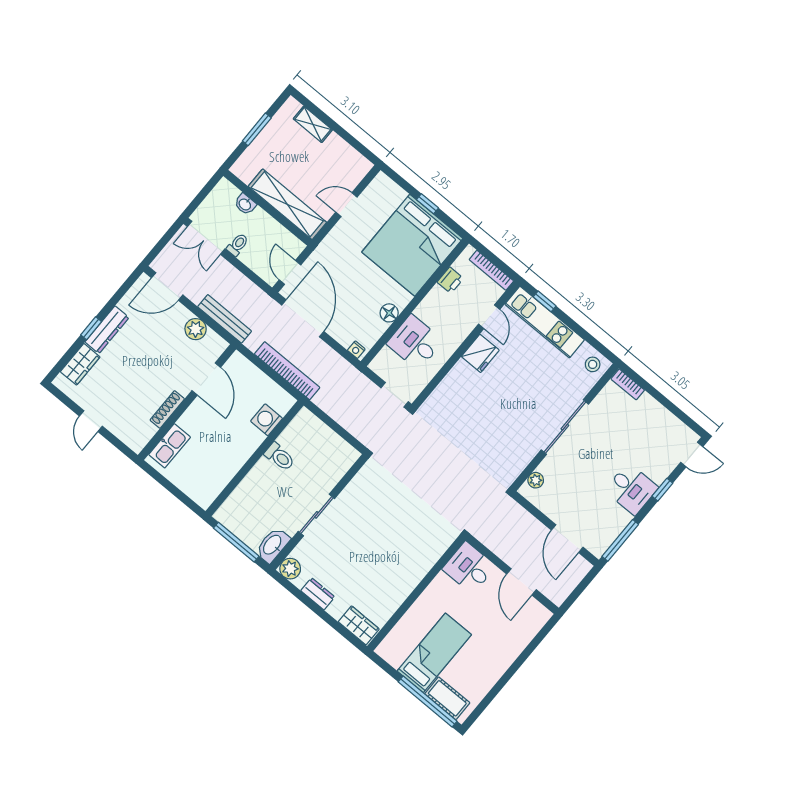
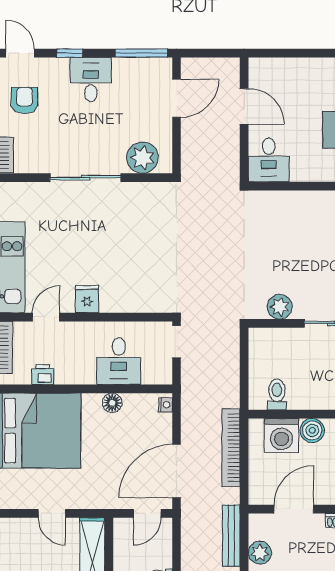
fridge: (480, 353) -> (87, 299), width x0.72
stool: (593, 364) -> (14, 198), removed
washing machine: (267, 420) -> (281, 435), width x1.37, depth x1.37
armchair: (656, 429) -> (24, 100), added
boiler: (251, 439) -> (312, 430), added
toilet: (280, 457) -> (277, 394), moved
plant: (536, 480) -> (142, 158), width x1.88, depth x1.88
plant: (358, 489) -> (280, 307), added
door: (522, 582) -> (244, 106), hinge flipped

